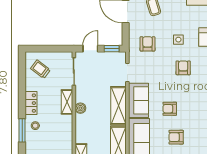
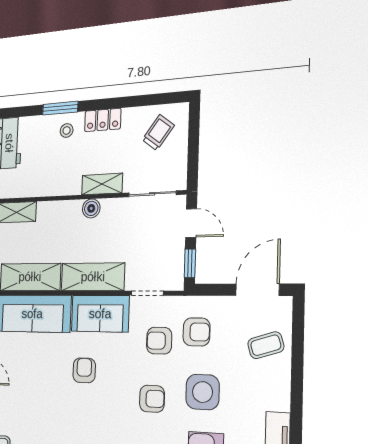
side table: (178, 40) -> (203, 392), width x1.87, depth x1.87
armchair: (176, 137) -> (159, 341), moved, turned -90

